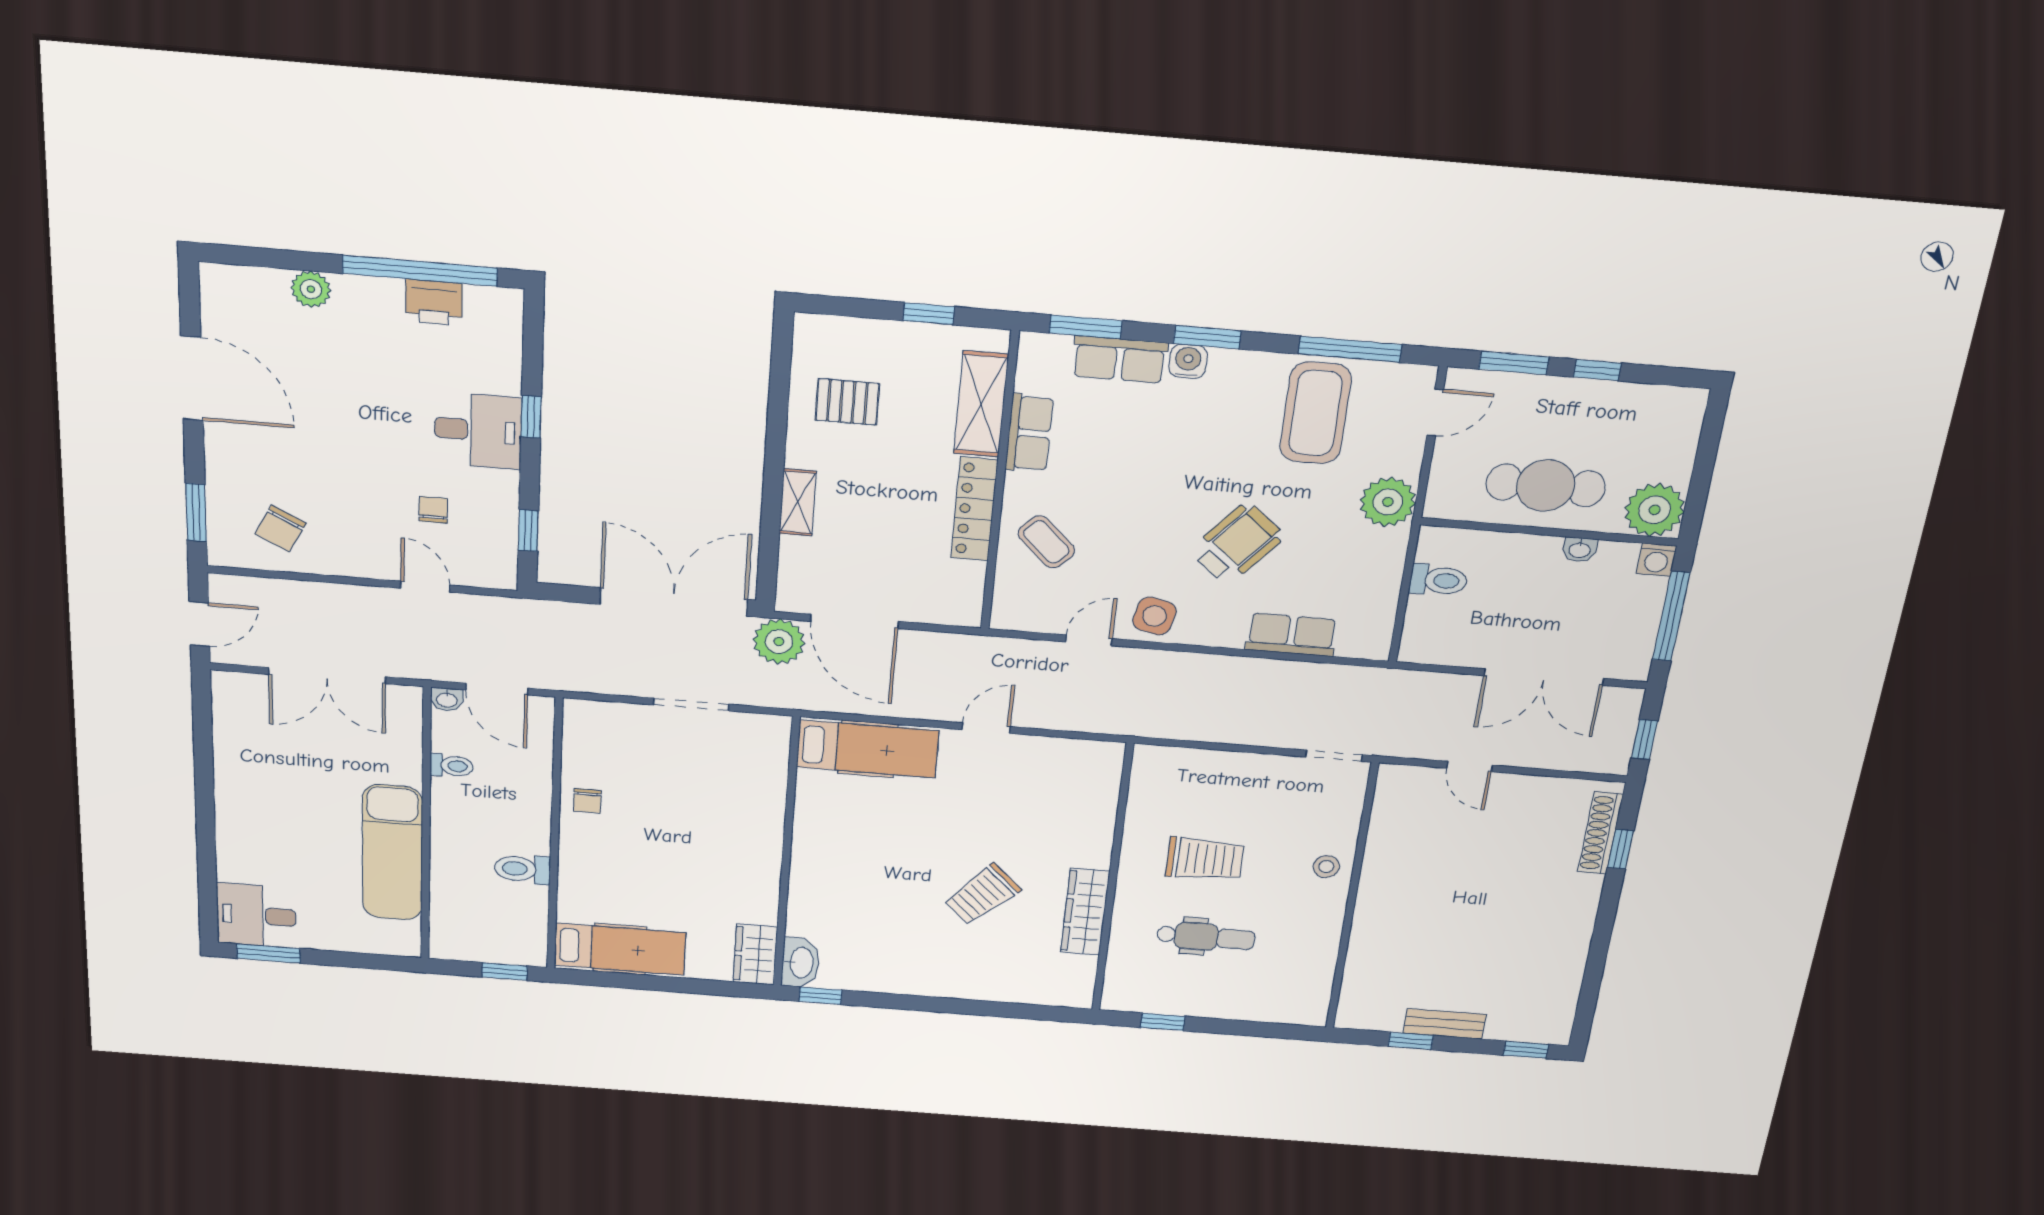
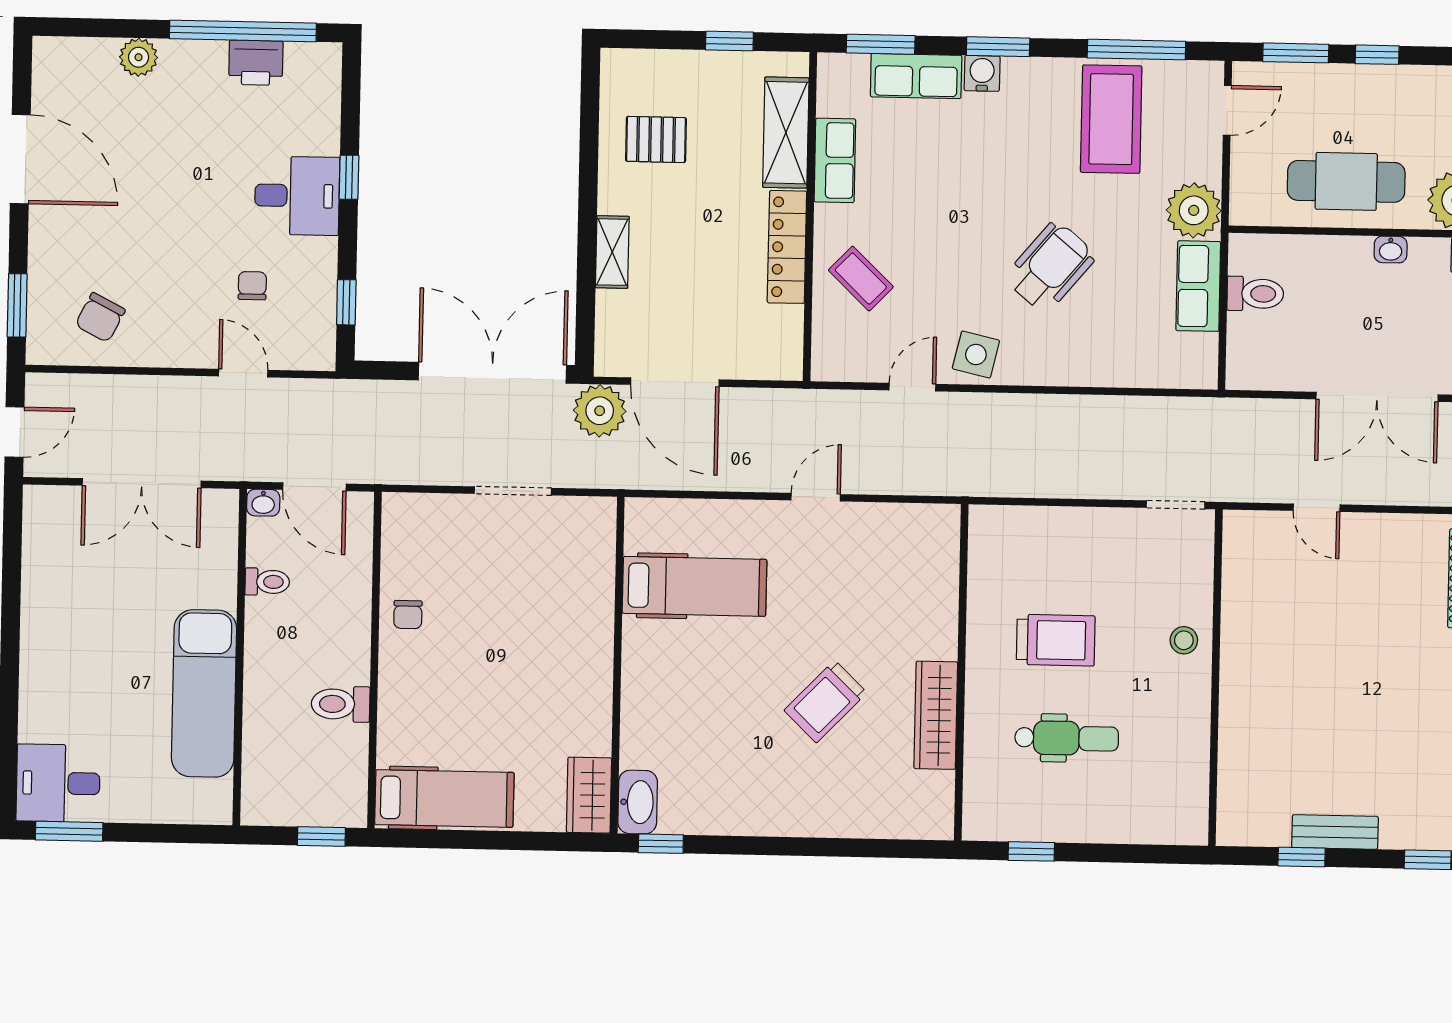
row of seats: (1292, 635) -> (1198, 286), moved, turned -90
hospital bed: (868, 749) -> (694, 586), moved

